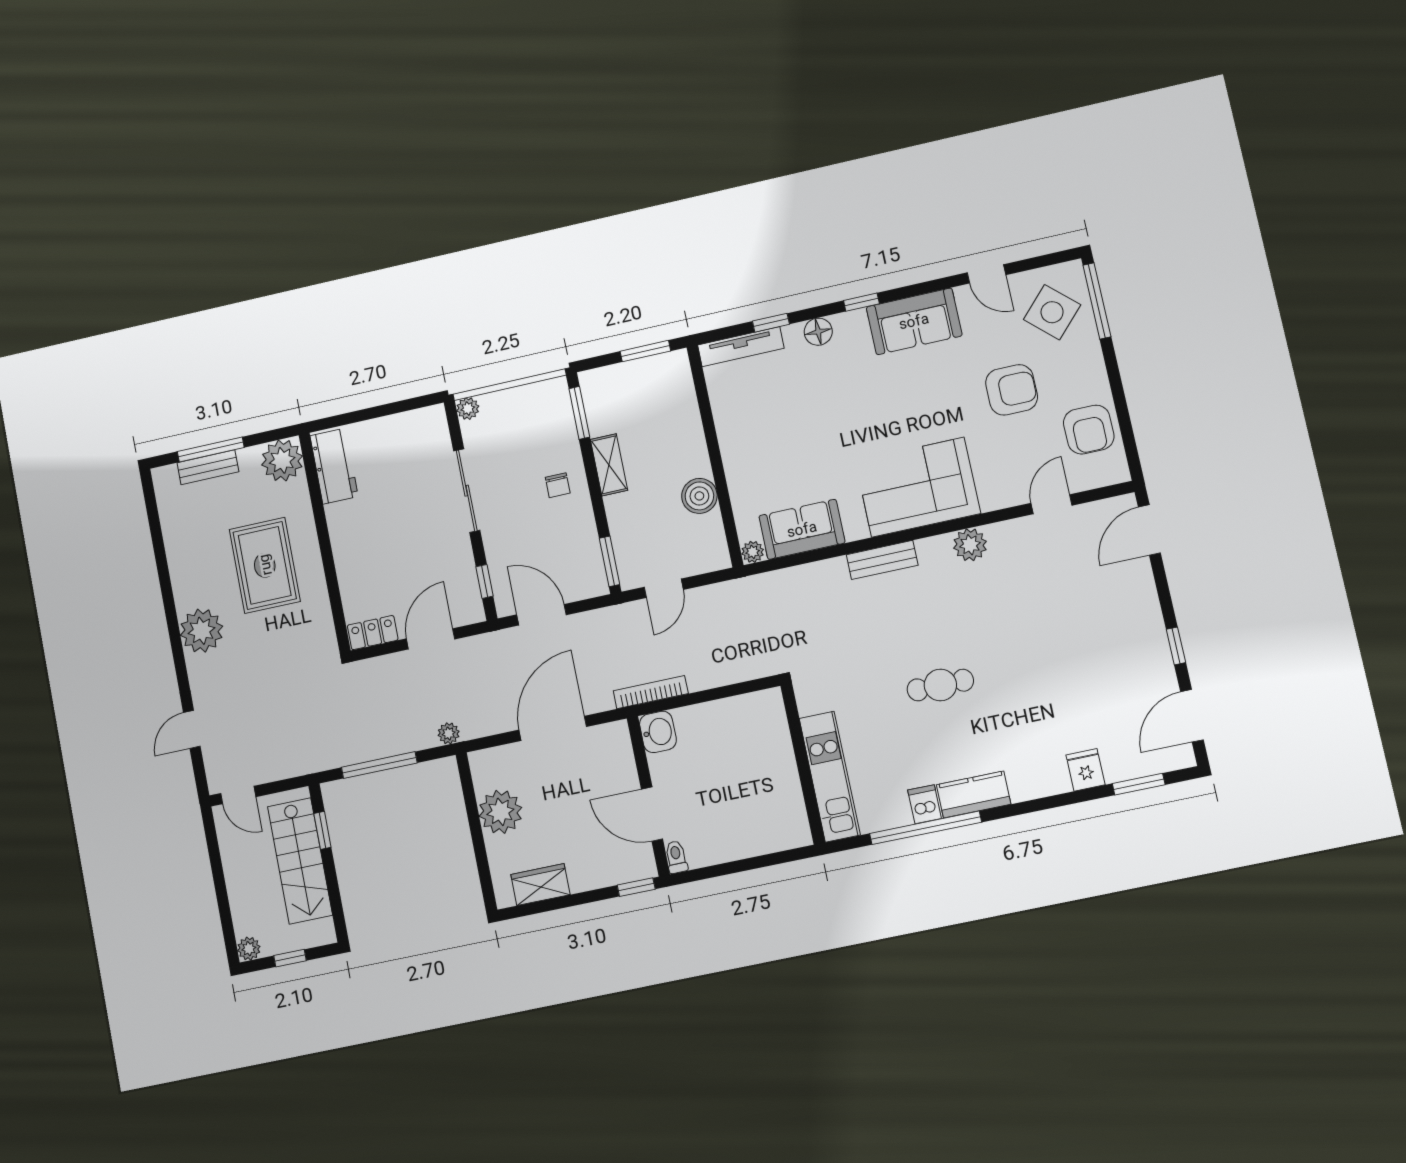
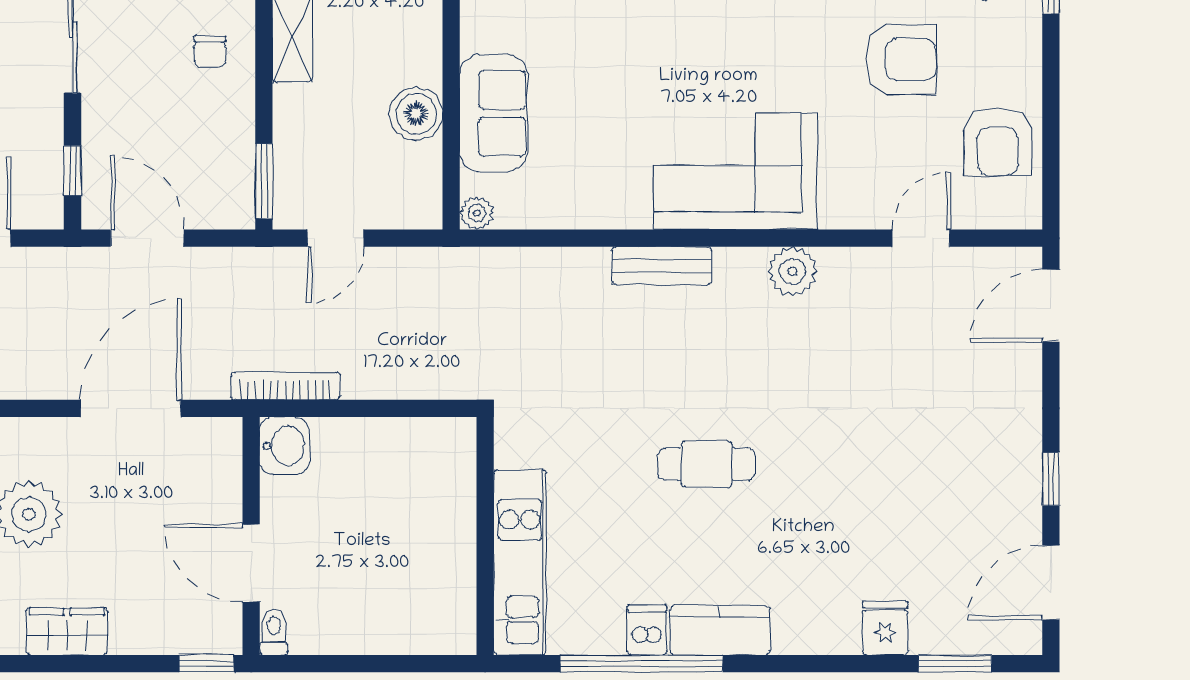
sofa: (802, 529) -> (493, 113), moved, turned 90

